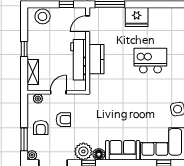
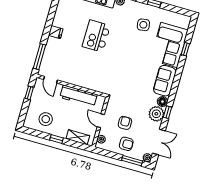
stool: (43, 16) -> (46, 119), moved
fridge: (137, 17) -> (56, 32), width x0.53, depth x0.75
kitchen counter: (97, 59) -> (82, 81), removed

